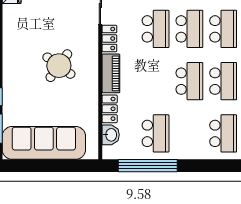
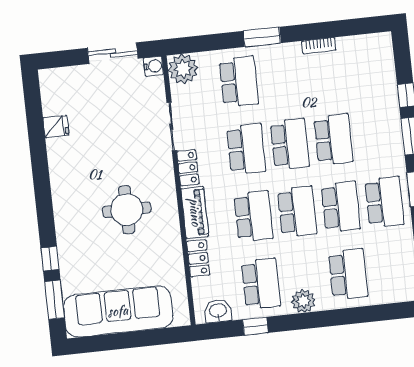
round table: (59, 66) -> (127, 210), turned -36
school desk: (156, 81) -> (253, 216), added
washbasin: (111, 135) -> (218, 311), moved, turned -90
plant: (187, 150) -> (303, 301), added
window: (148, 166) -> (255, 326), width x0.32

